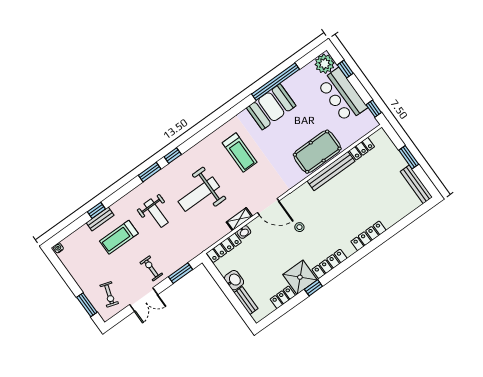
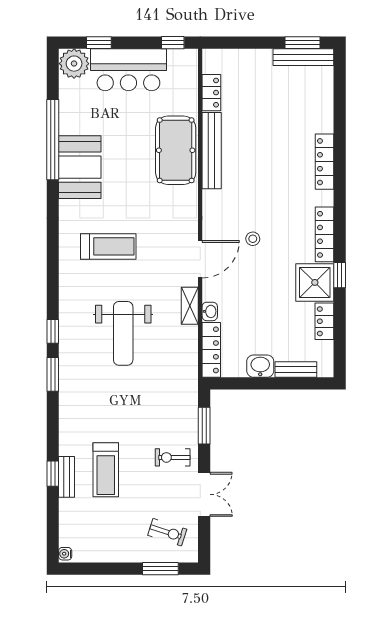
window: (409, 157) -> (302, 43), moved
weight bench: (156, 213) -> (109, 403), removed

